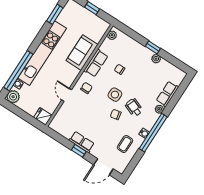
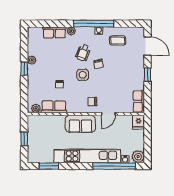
sofa: (82, 53) -> (80, 124), moved
row of seats: (96, 63) -> (54, 107), moved
row of seats: (82, 142) -> (139, 101), moved

